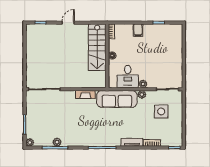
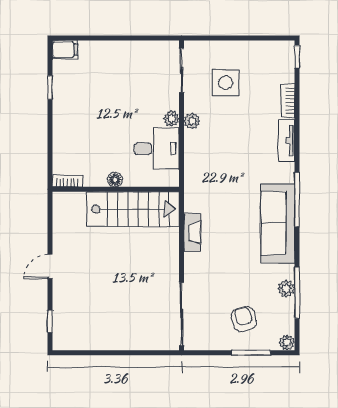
door: (68, 23) -> (50, 267), hinge flipped
filing cabinet: (138, 30) -> (65, 50), moved
stairs: (97, 47) -> (133, 209), moved
sofa: (117, 99) -> (278, 223), moved, turned 180
armchair: (42, 121) -> (244, 319), added

